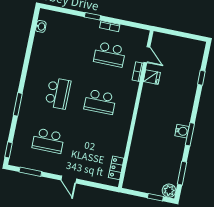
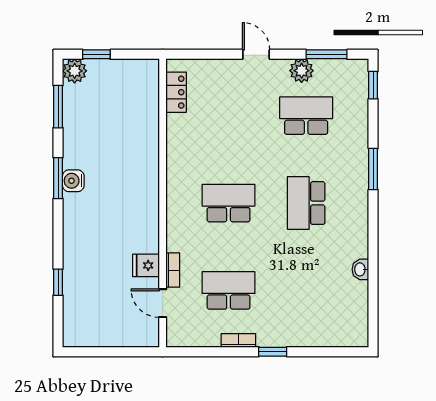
washbasin: (41, 26) -> (360, 269), moved
plant: (46, 166) -> (302, 71), added

